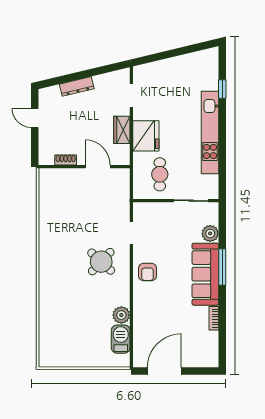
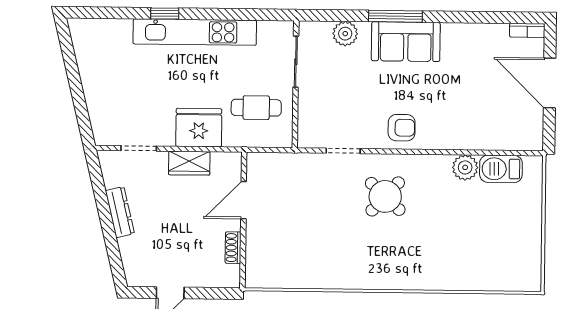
dresser: (77, 86) -> (120, 212), moved
window: (222, 89) -> (165, 13), moved
sofa: (205, 274) -> (406, 42), width x0.73
bookcase: (214, 318) -> (527, 30), moved
door: (164, 371) -> (550, 83), moved

